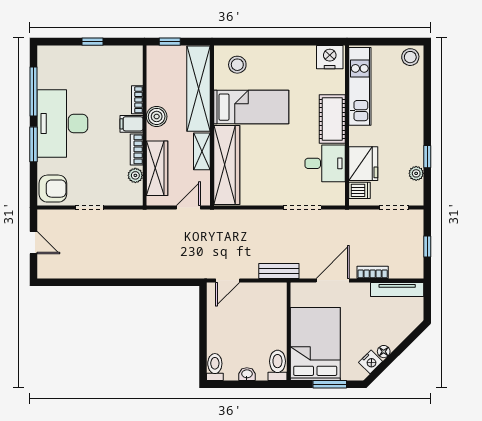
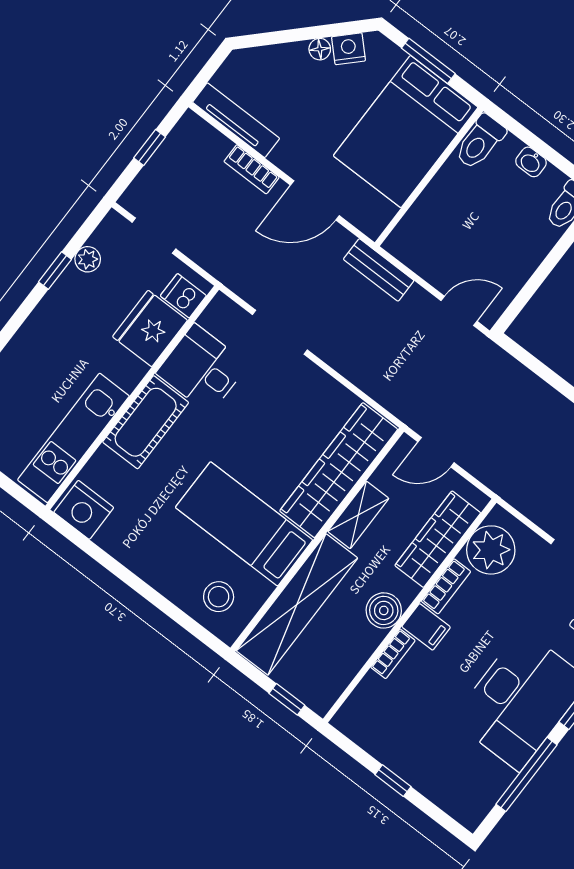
plant: (135, 175) -> (491, 550), width x1.88, depth x1.88

